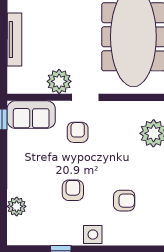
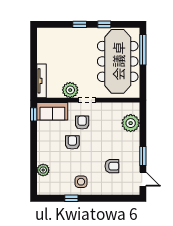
tv unit: (14, 40) -> (42, 81), moved
armchair: (73, 190) -> (72, 142), moved
side table: (93, 235) -> (81, 182), moved

